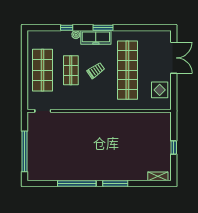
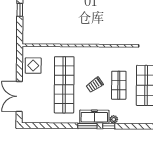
window: (67, 28) -> (109, 126), moved

